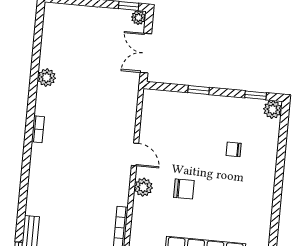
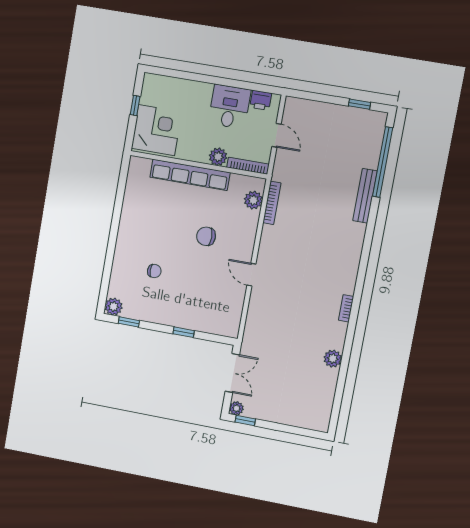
plant: (143, 187) -> (253, 200), moved

